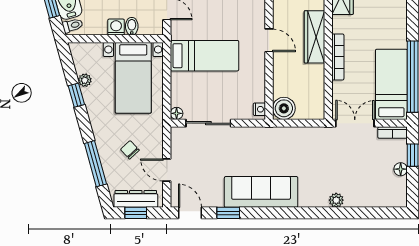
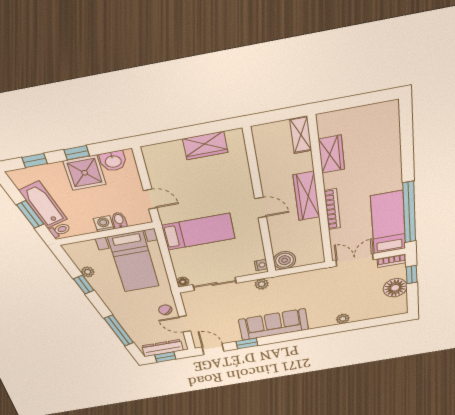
plant: (256, 134) -> (262, 284), added
chair: (130, 150) -> (165, 310), moved
floor lamp: (401, 169) -> (395, 288), width x1.89, depth x1.89

